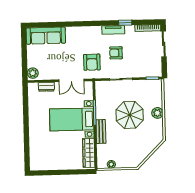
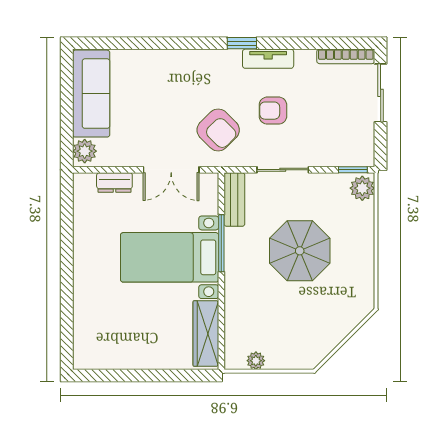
window: (125, 23) -> (242, 43), moved
sofa: (46, 36) -> (91, 94), moved, turned -90
armchair: (92, 62) -> (218, 130), turned -45
plant: (157, 113) -> (362, 188), moved
bench: (101, 131) -> (234, 199), moved

